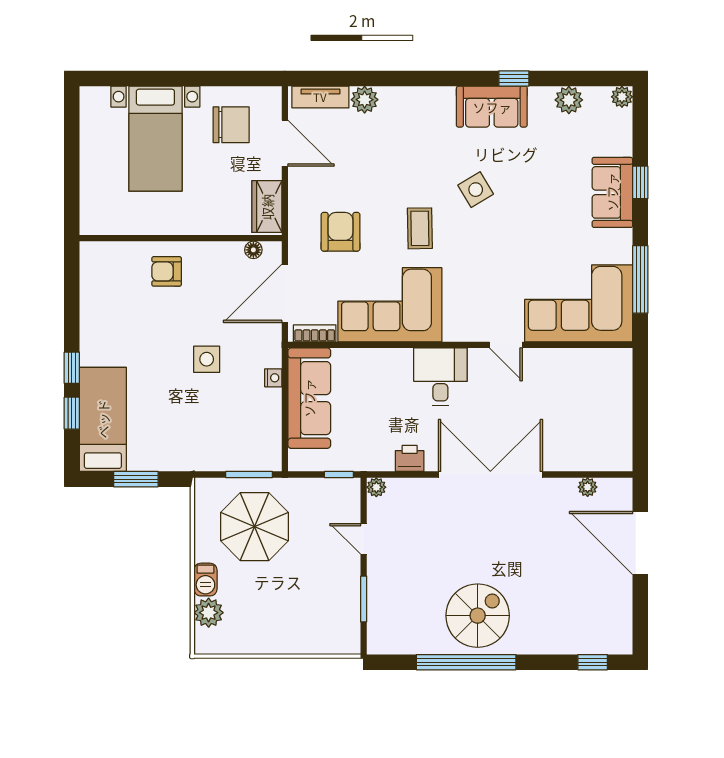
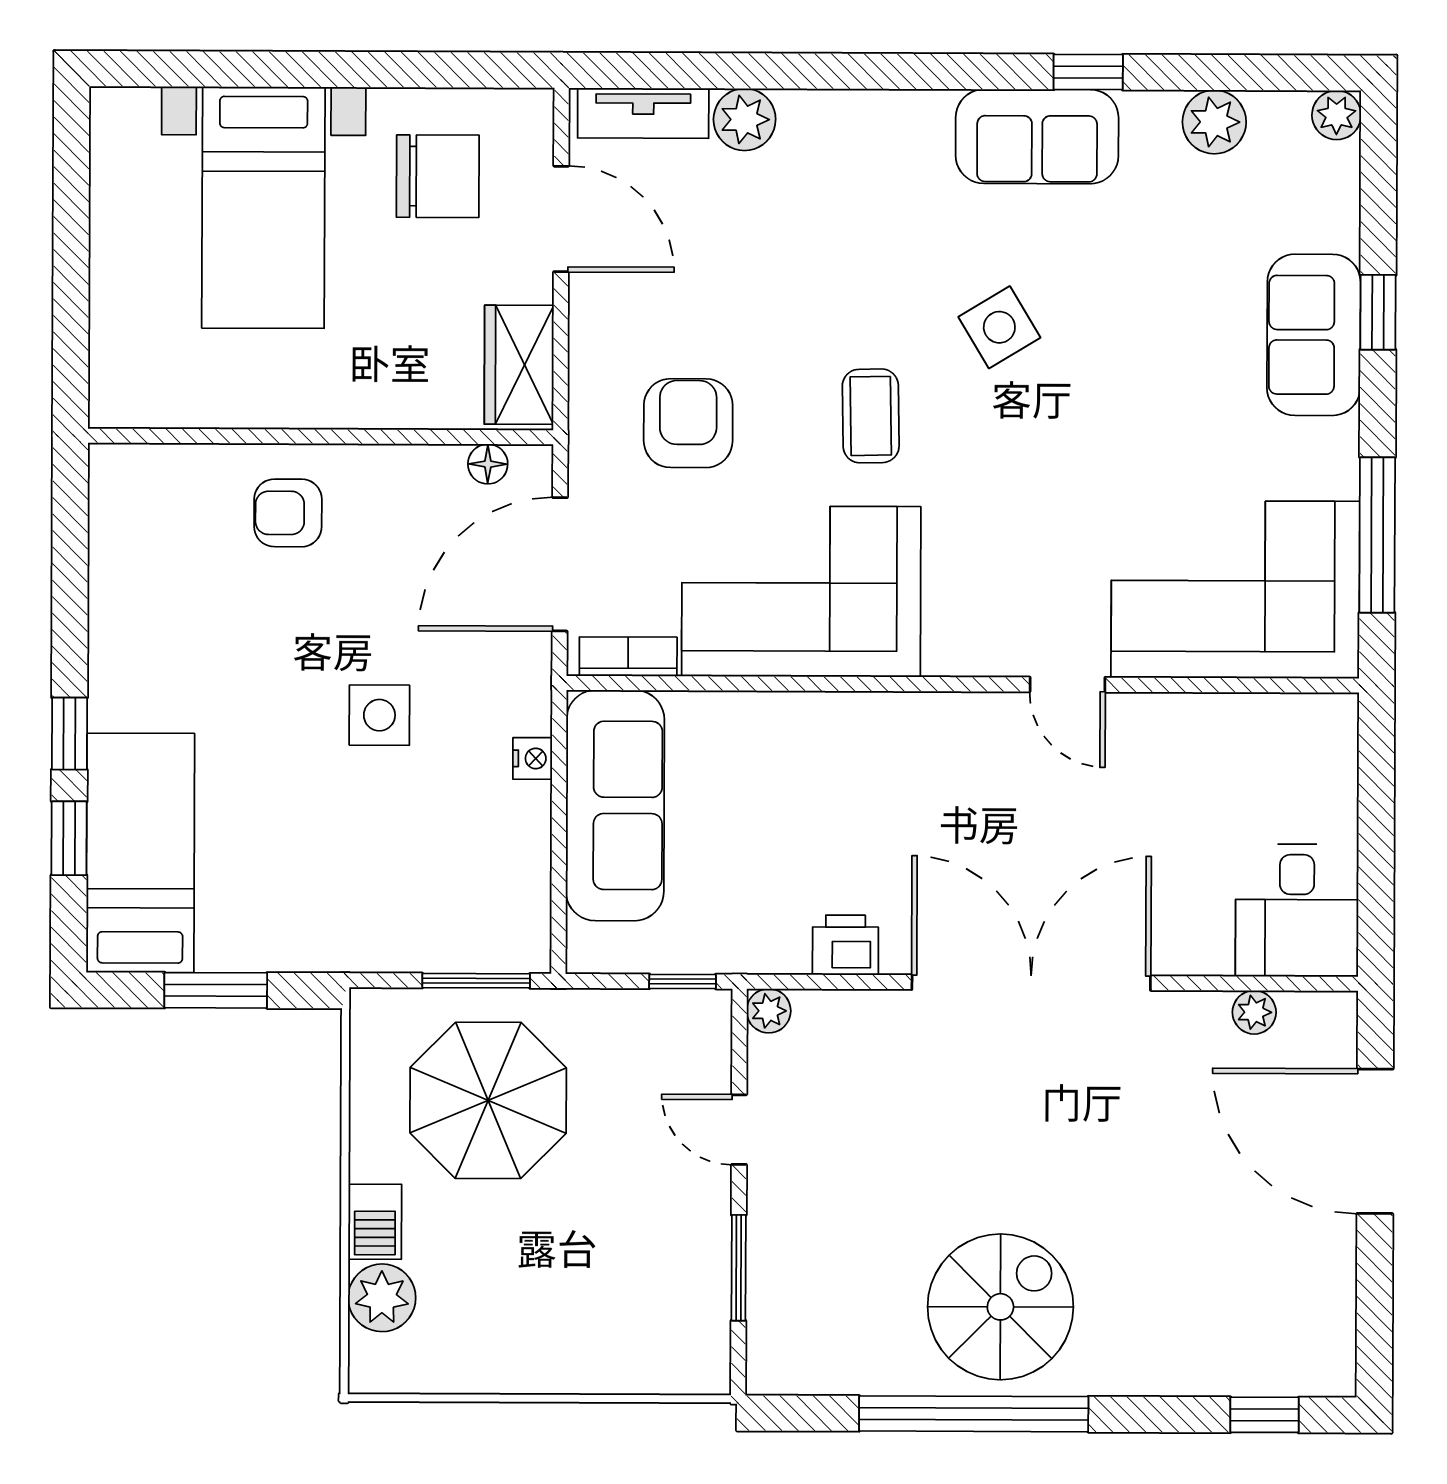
desk: (440, 377) -> (1297, 910), moved, turned 180

